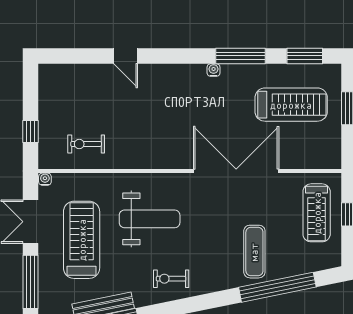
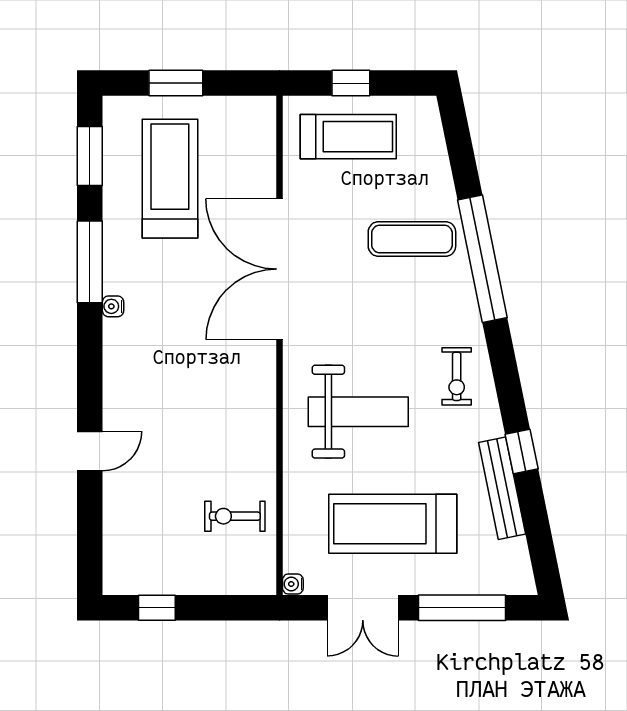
window: (31, 131) -> (157, 608), moved
exercise bike: (86, 144) -> (235, 516), turned 90
weight bench: (150, 219) -> (358, 412), turned 90
window: (277, 287) -> (482, 259), moved

